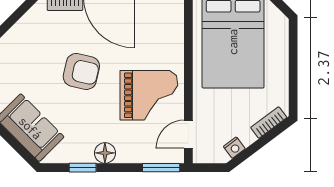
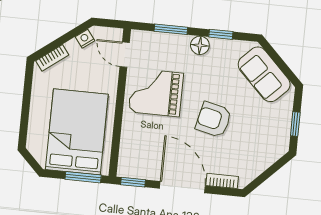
door: (188, 134) -> (125, 55), swing flipped
window: (161, 168) -> (171, 29), moved

